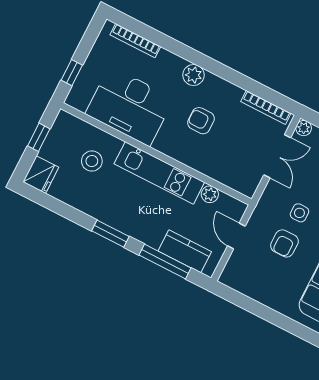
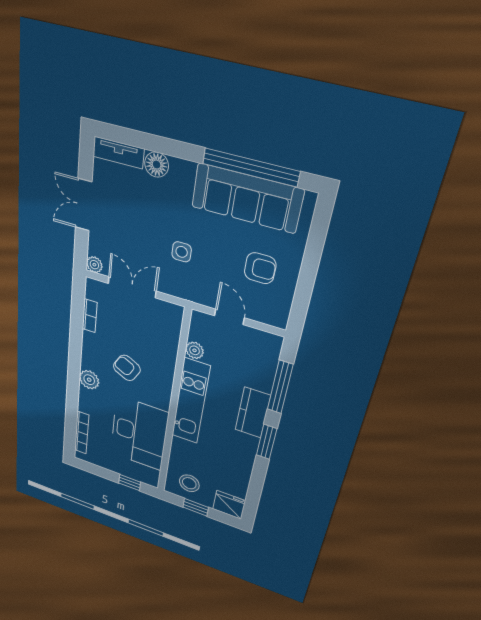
bookcase: (266, 107) -> (90, 316), width x0.64
armchair: (201, 121) -> (127, 368), turned 118
stool: (92, 161) -> (189, 483), moved
door: (236, 236) -> (229, 317), swing flipped
armchair: (284, 243) -> (260, 268), moved
kitchen counter: (185, 251) -> (253, 413), moved

